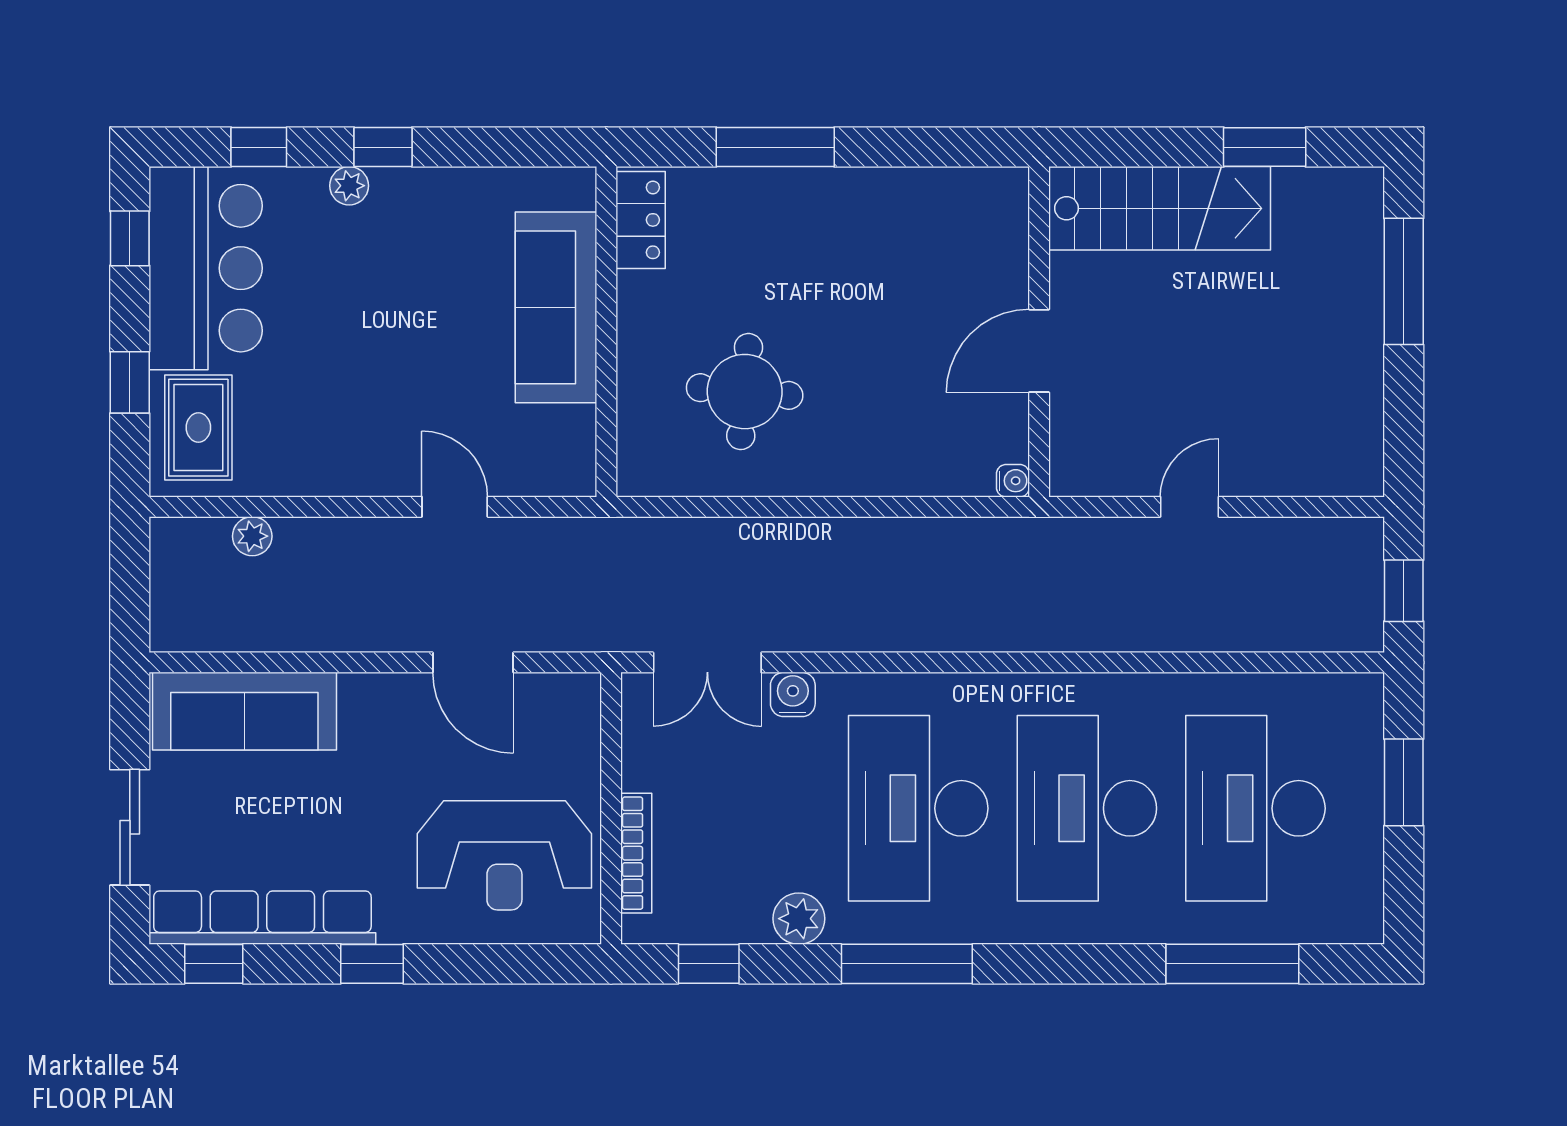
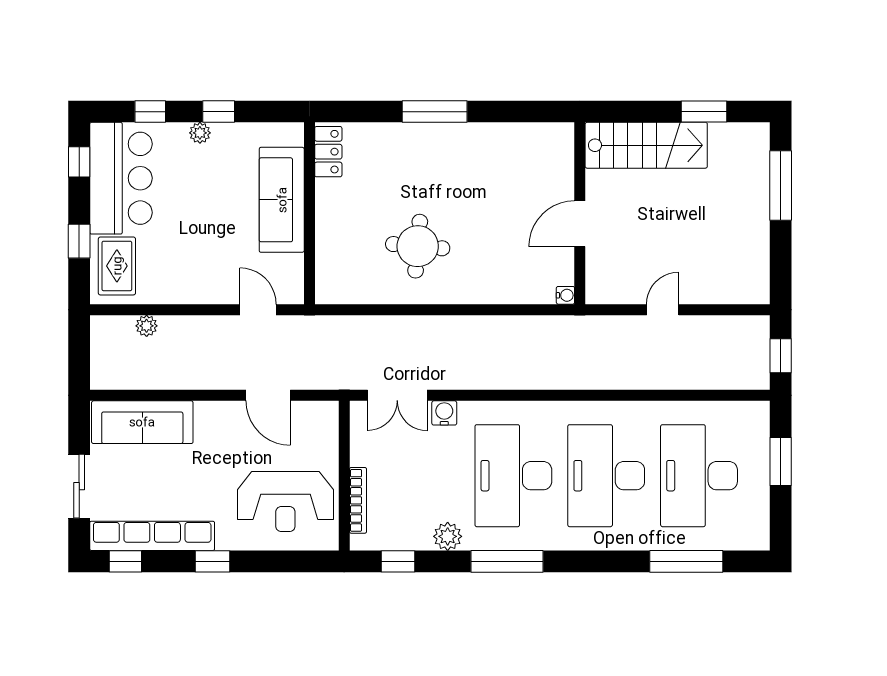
locker: (641, 220) -> (328, 152), moved
sofa: (556, 307) -> (282, 200), moved
wall: (606, 332) -> (309, 213), moved

